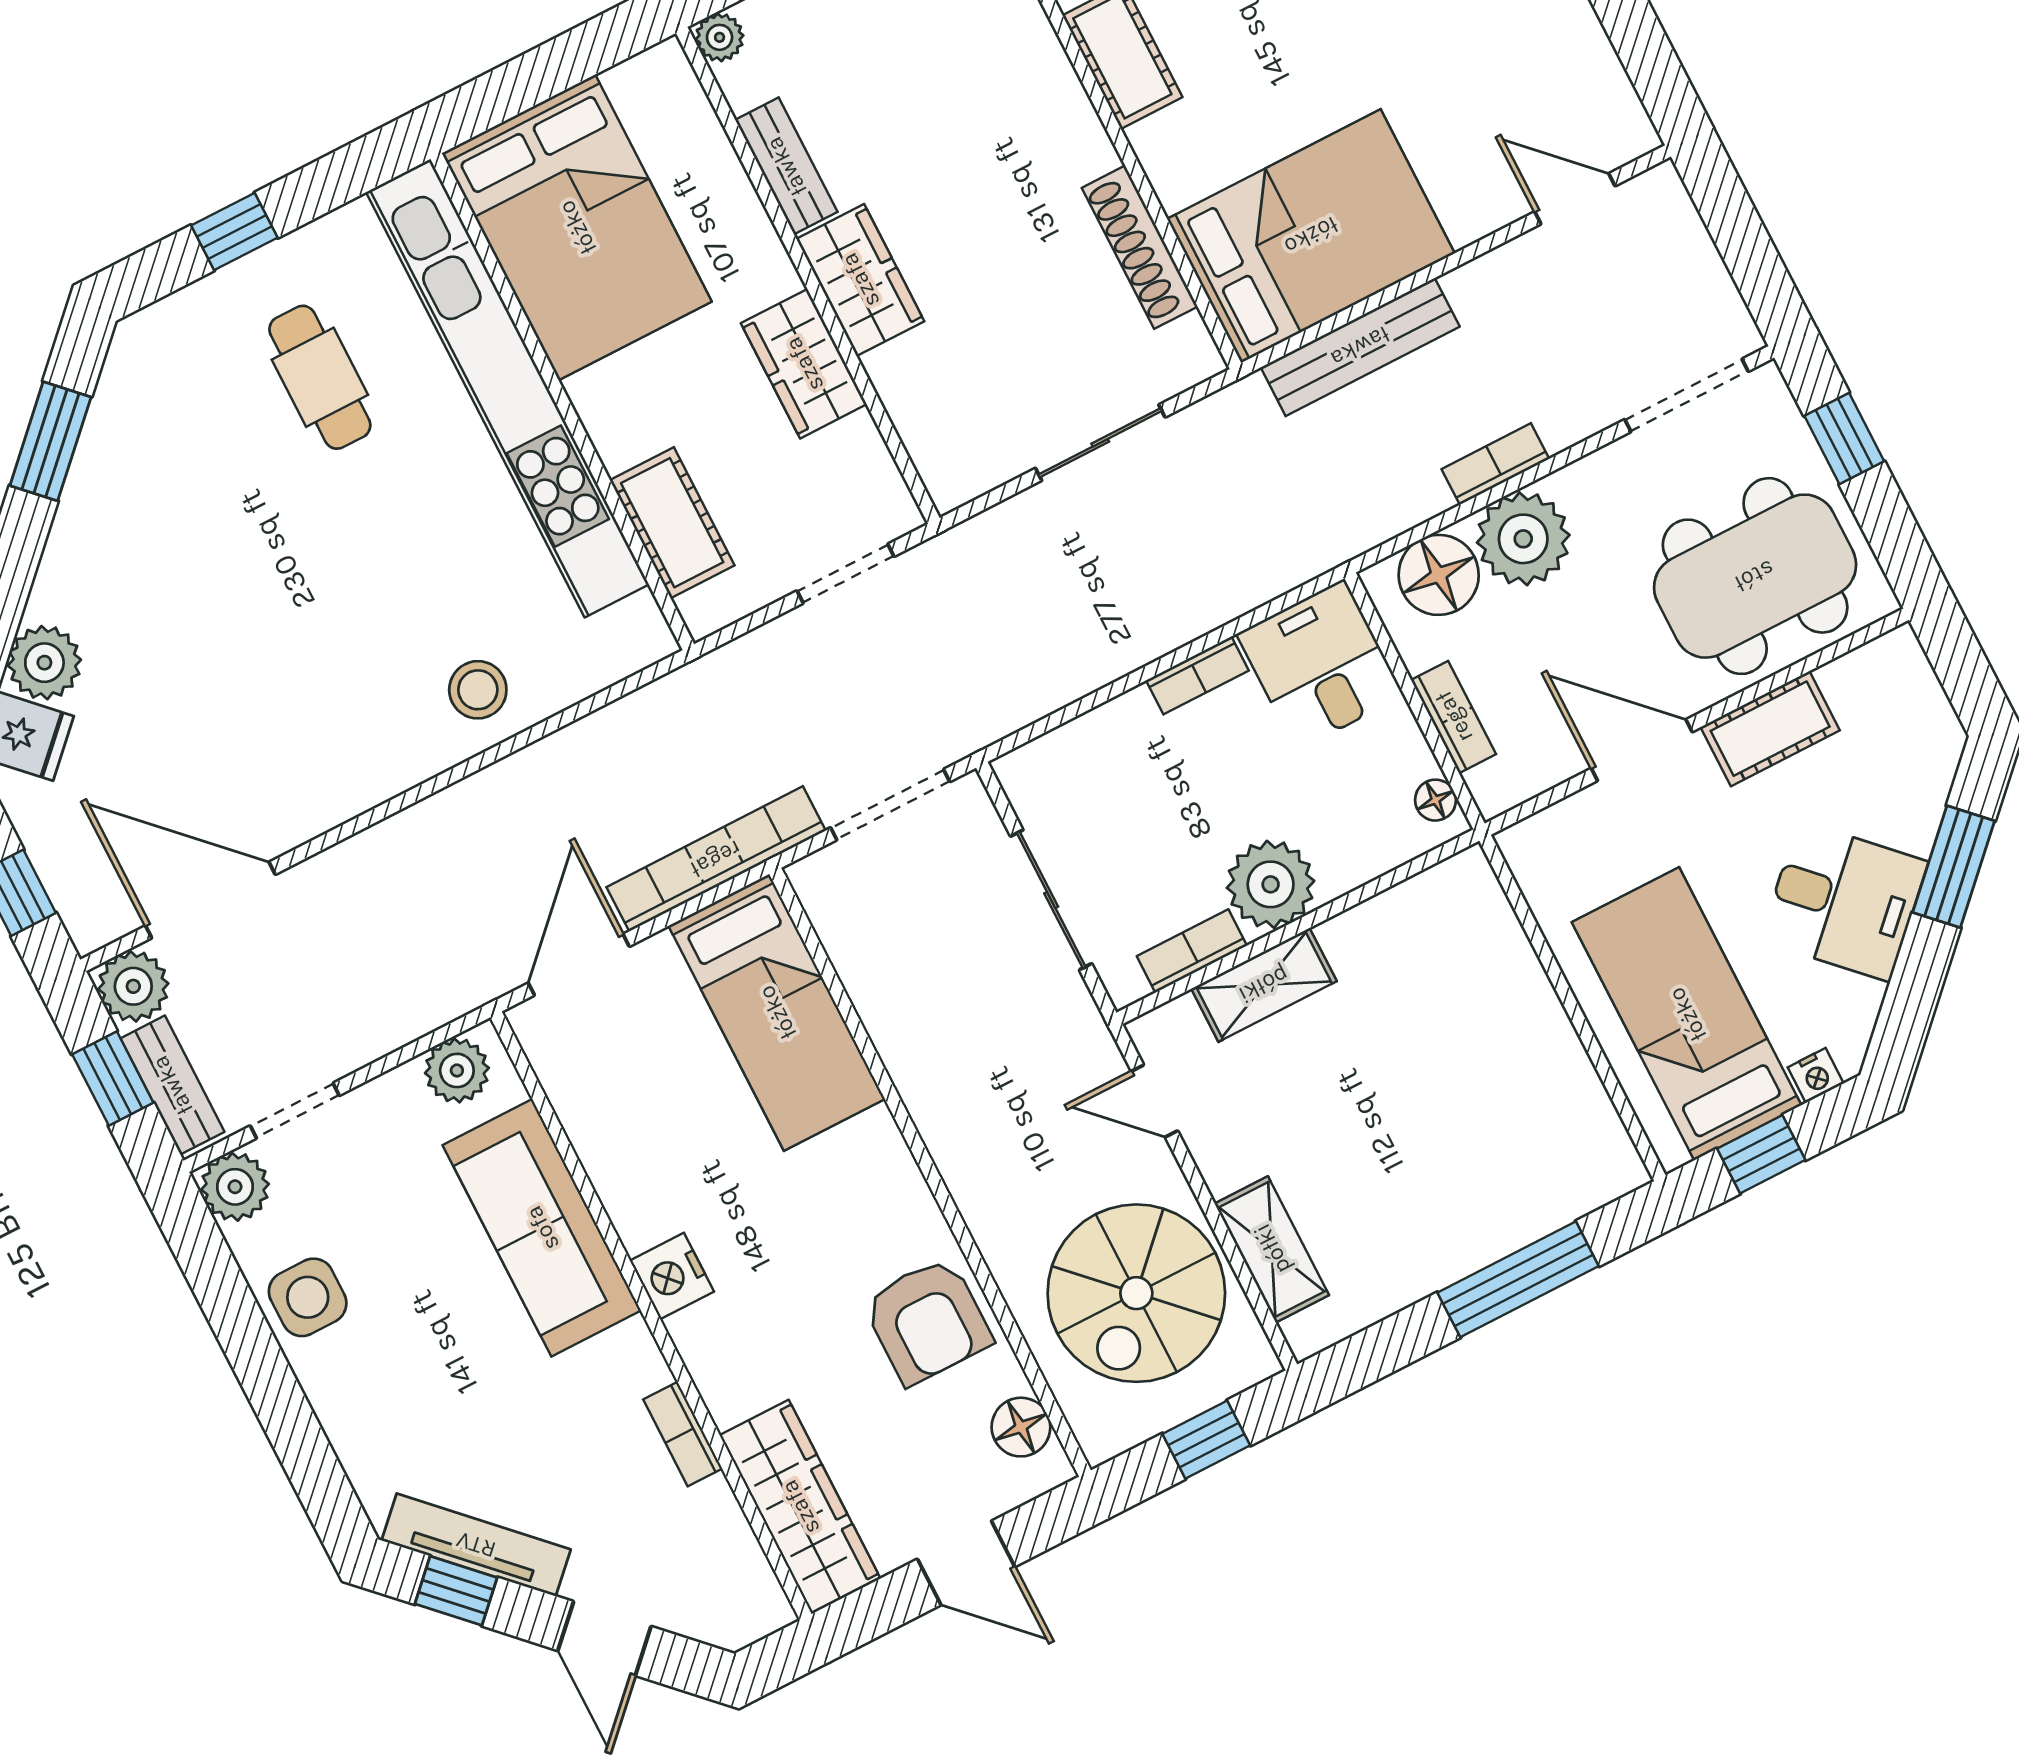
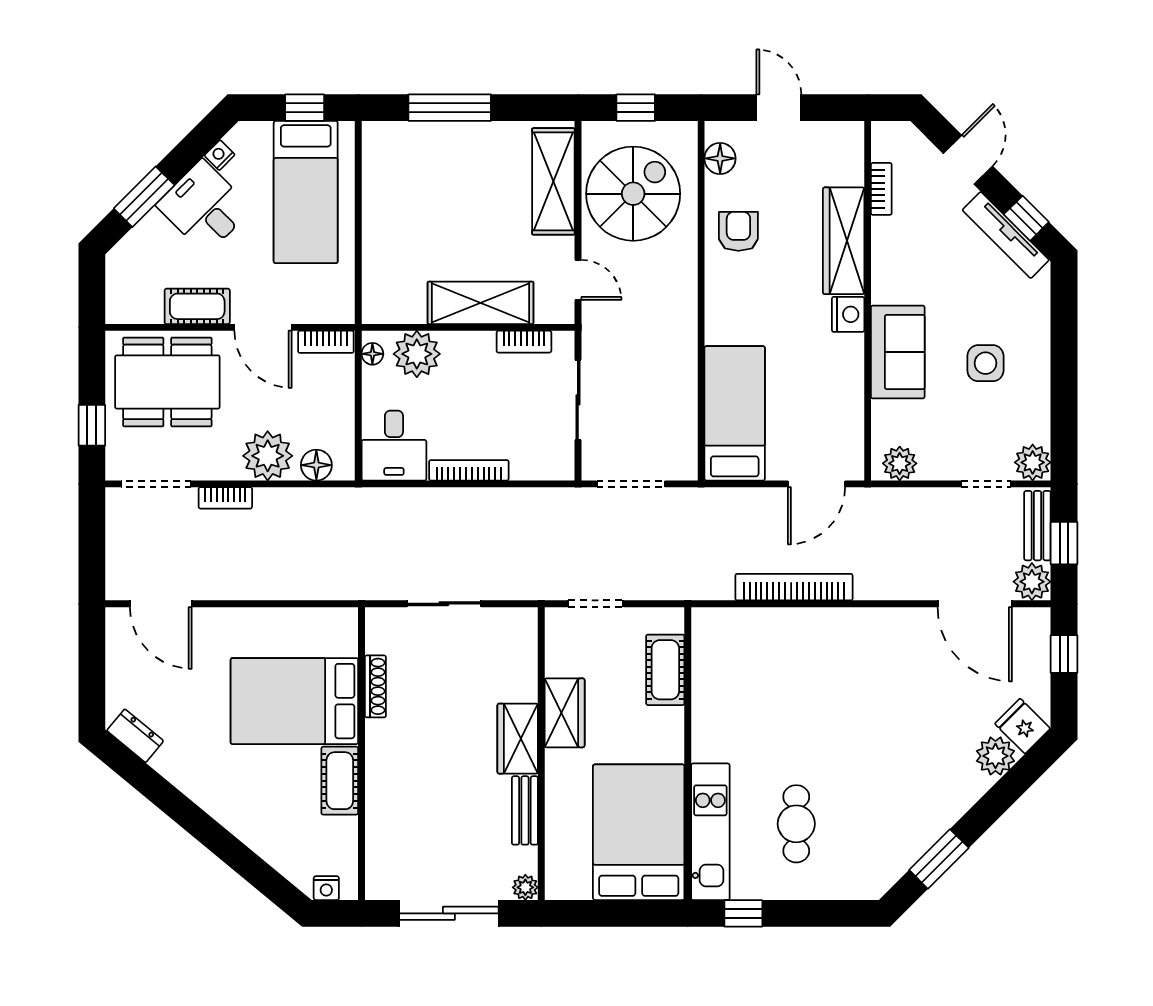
door: (1575, 199) -> (161, 604), width x1.37
window: (234, 232) -> (743, 913), moved
bed: (1311, 236) -> (294, 701), moved
shoe rack: (1140, 247) -> (375, 686), width x0.74, depth x0.81
bench: (1360, 347) -> (298, 586), removed
kitchen unit: (508, 388) -> (710, 832), width x0.54
bookcase: (1495, 464) -> (225, 498), moved
floor lamp: (1439, 575) -> (316, 465), width x0.73, depth x0.73
bookcase: (1197, 675) -> (469, 470), width x1.56
stool: (478, 690) -> (798, 638), removed
bookcase: (1454, 717) -> (326, 342), moved, turned -90
bookcase: (716, 859) -> (794, 587), moved, turned 180
plant: (1271, 884) -> (417, 354), moved
shelving: (1264, 985) -> (481, 303), width x1.50, depth x1.33
nightstand: (1816, 1075) -> (220, 155), moved, turned -45
sofa: (542, 1228) -> (898, 352), width x0.73
shelving: (1272, 1249) -> (553, 181), width x1.50, depth x1.33
side table: (308, 1297) -> (985, 363), moved
armchair: (927, 1321) -> (738, 231), width x0.72, depth x0.72
bookcase: (683, 1434) -> (881, 189), moved
wardrobe: (800, 1507) -> (844, 241), moved

